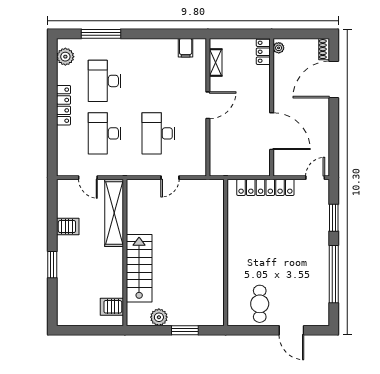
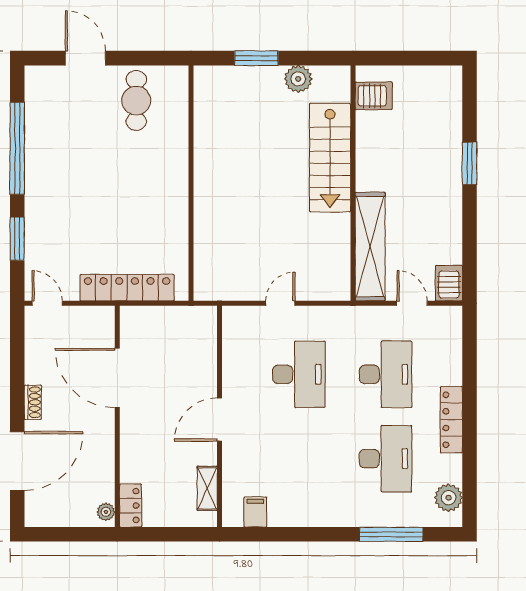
shoe rack: (324, 49) -> (33, 402), moved
door: (315, 178) -> (47, 303), swing flipped
server rack: (68, 227) -> (449, 283), moved, turned 90

